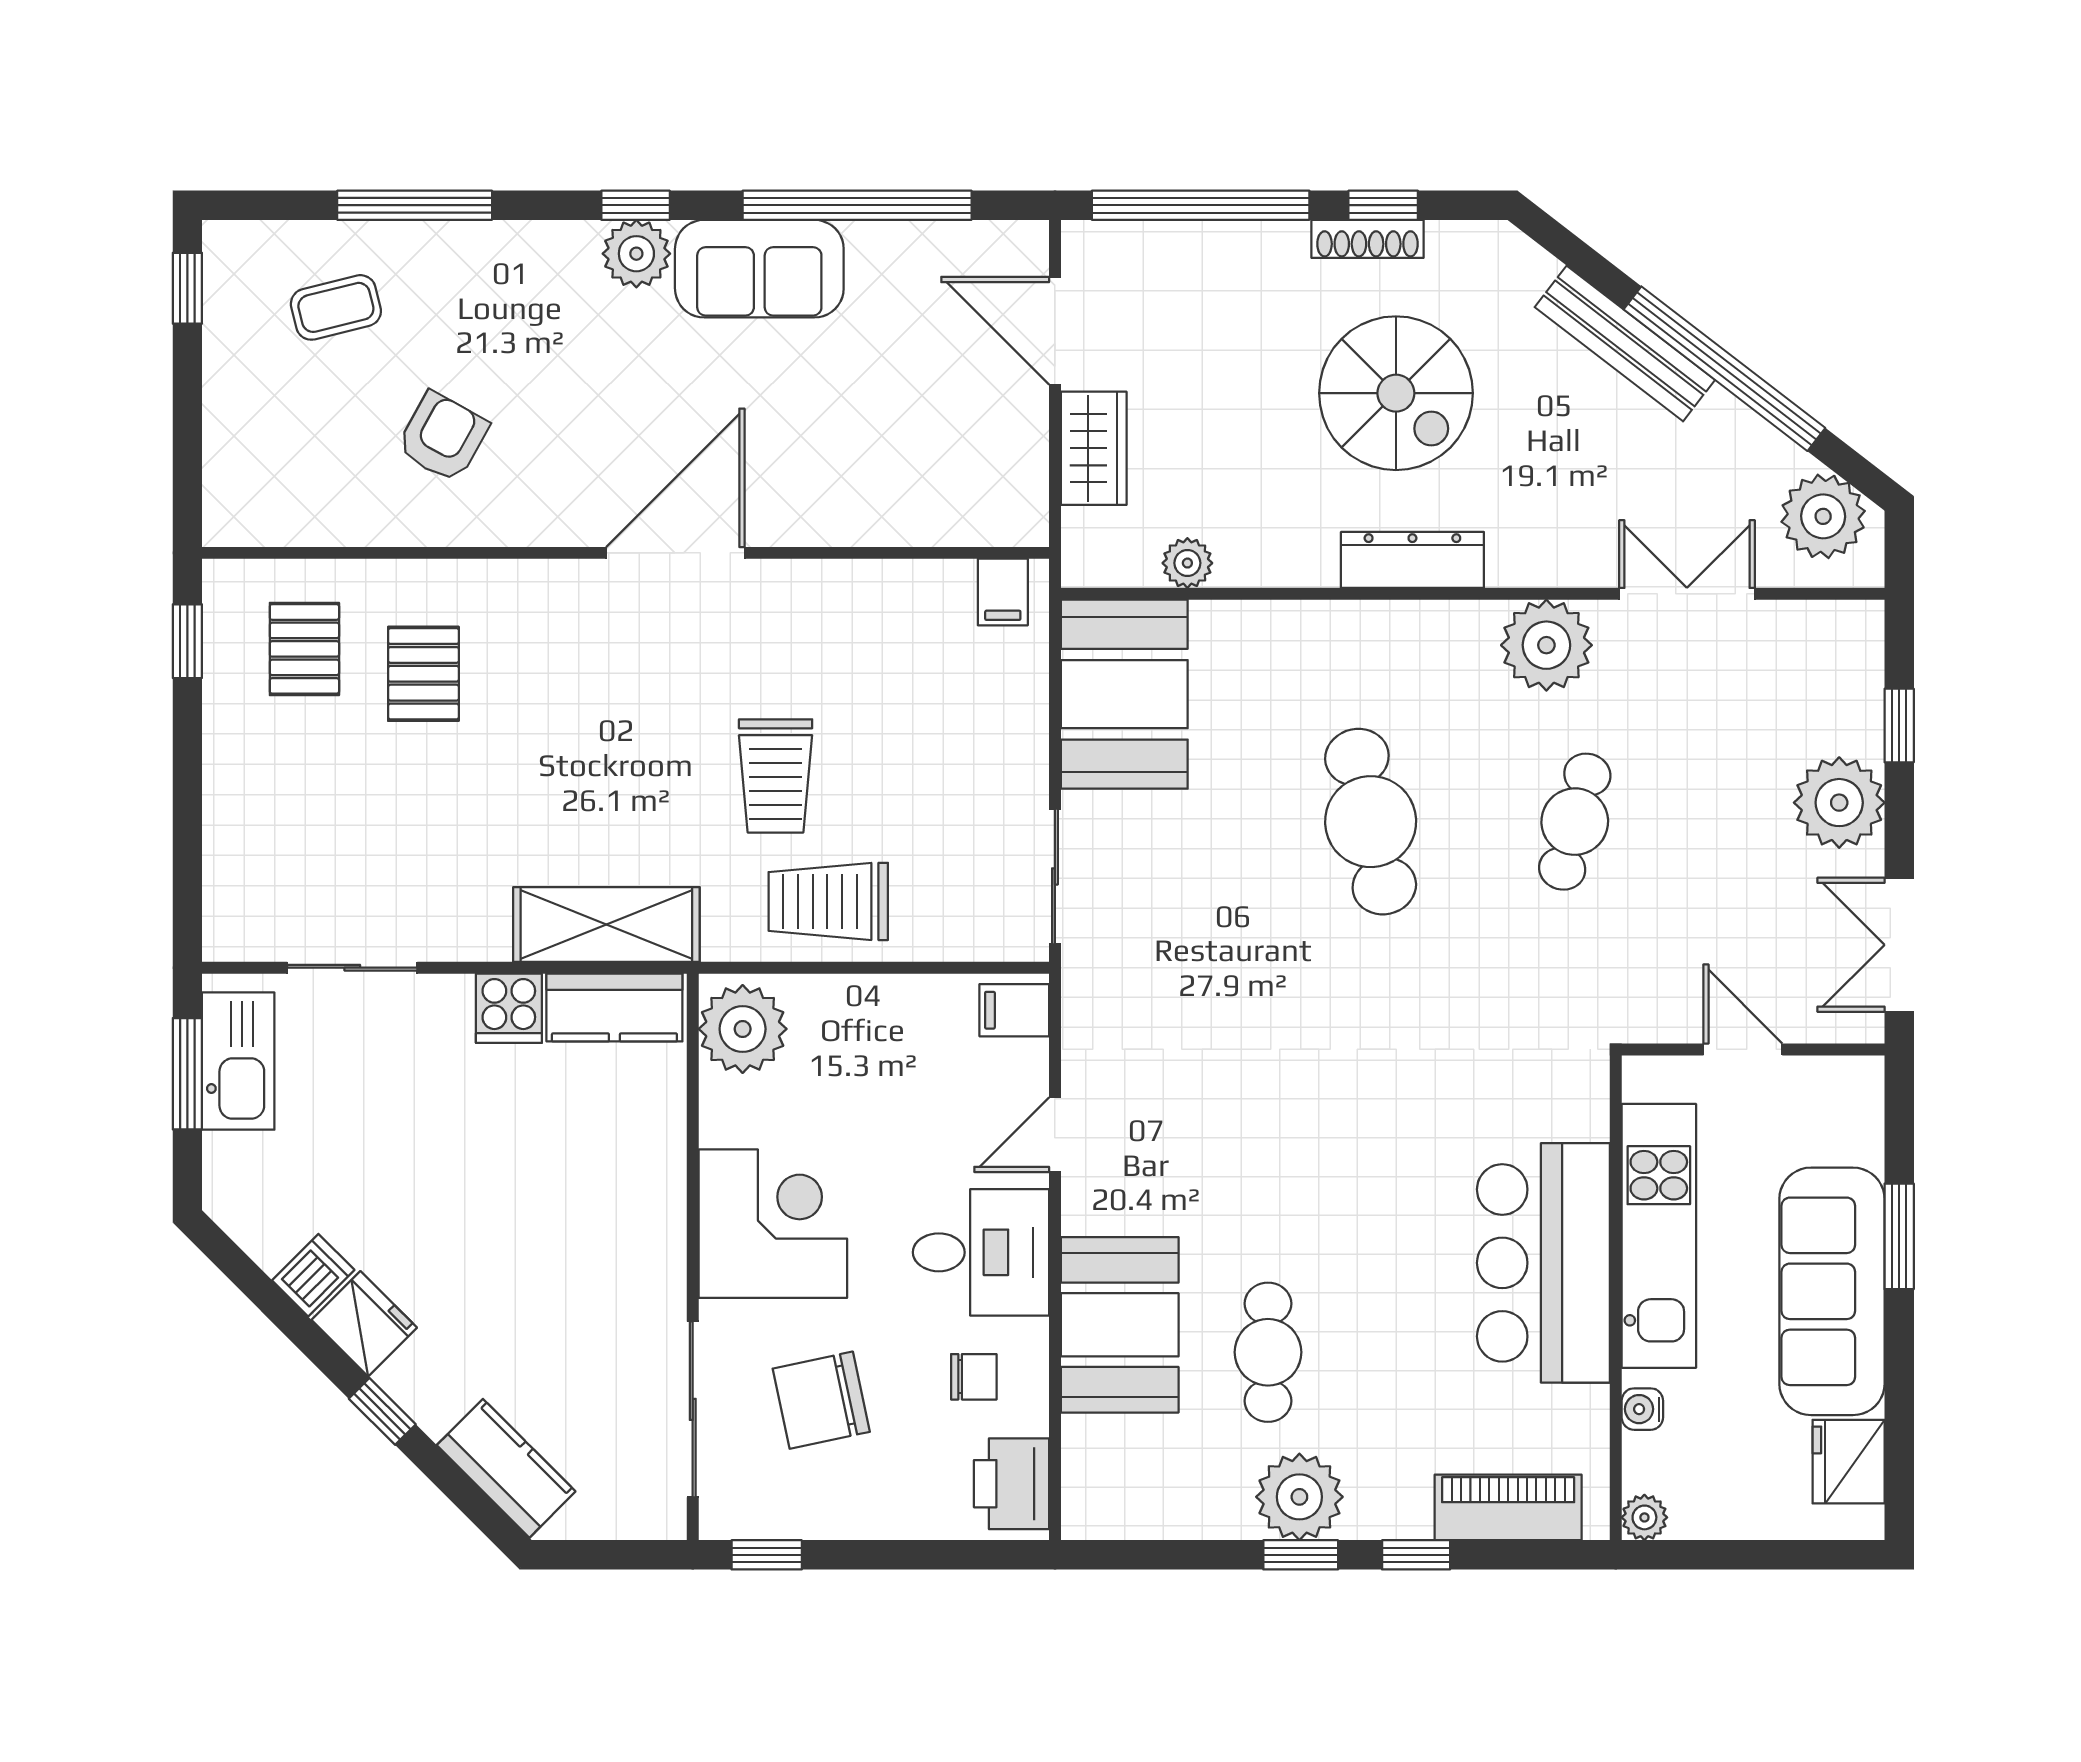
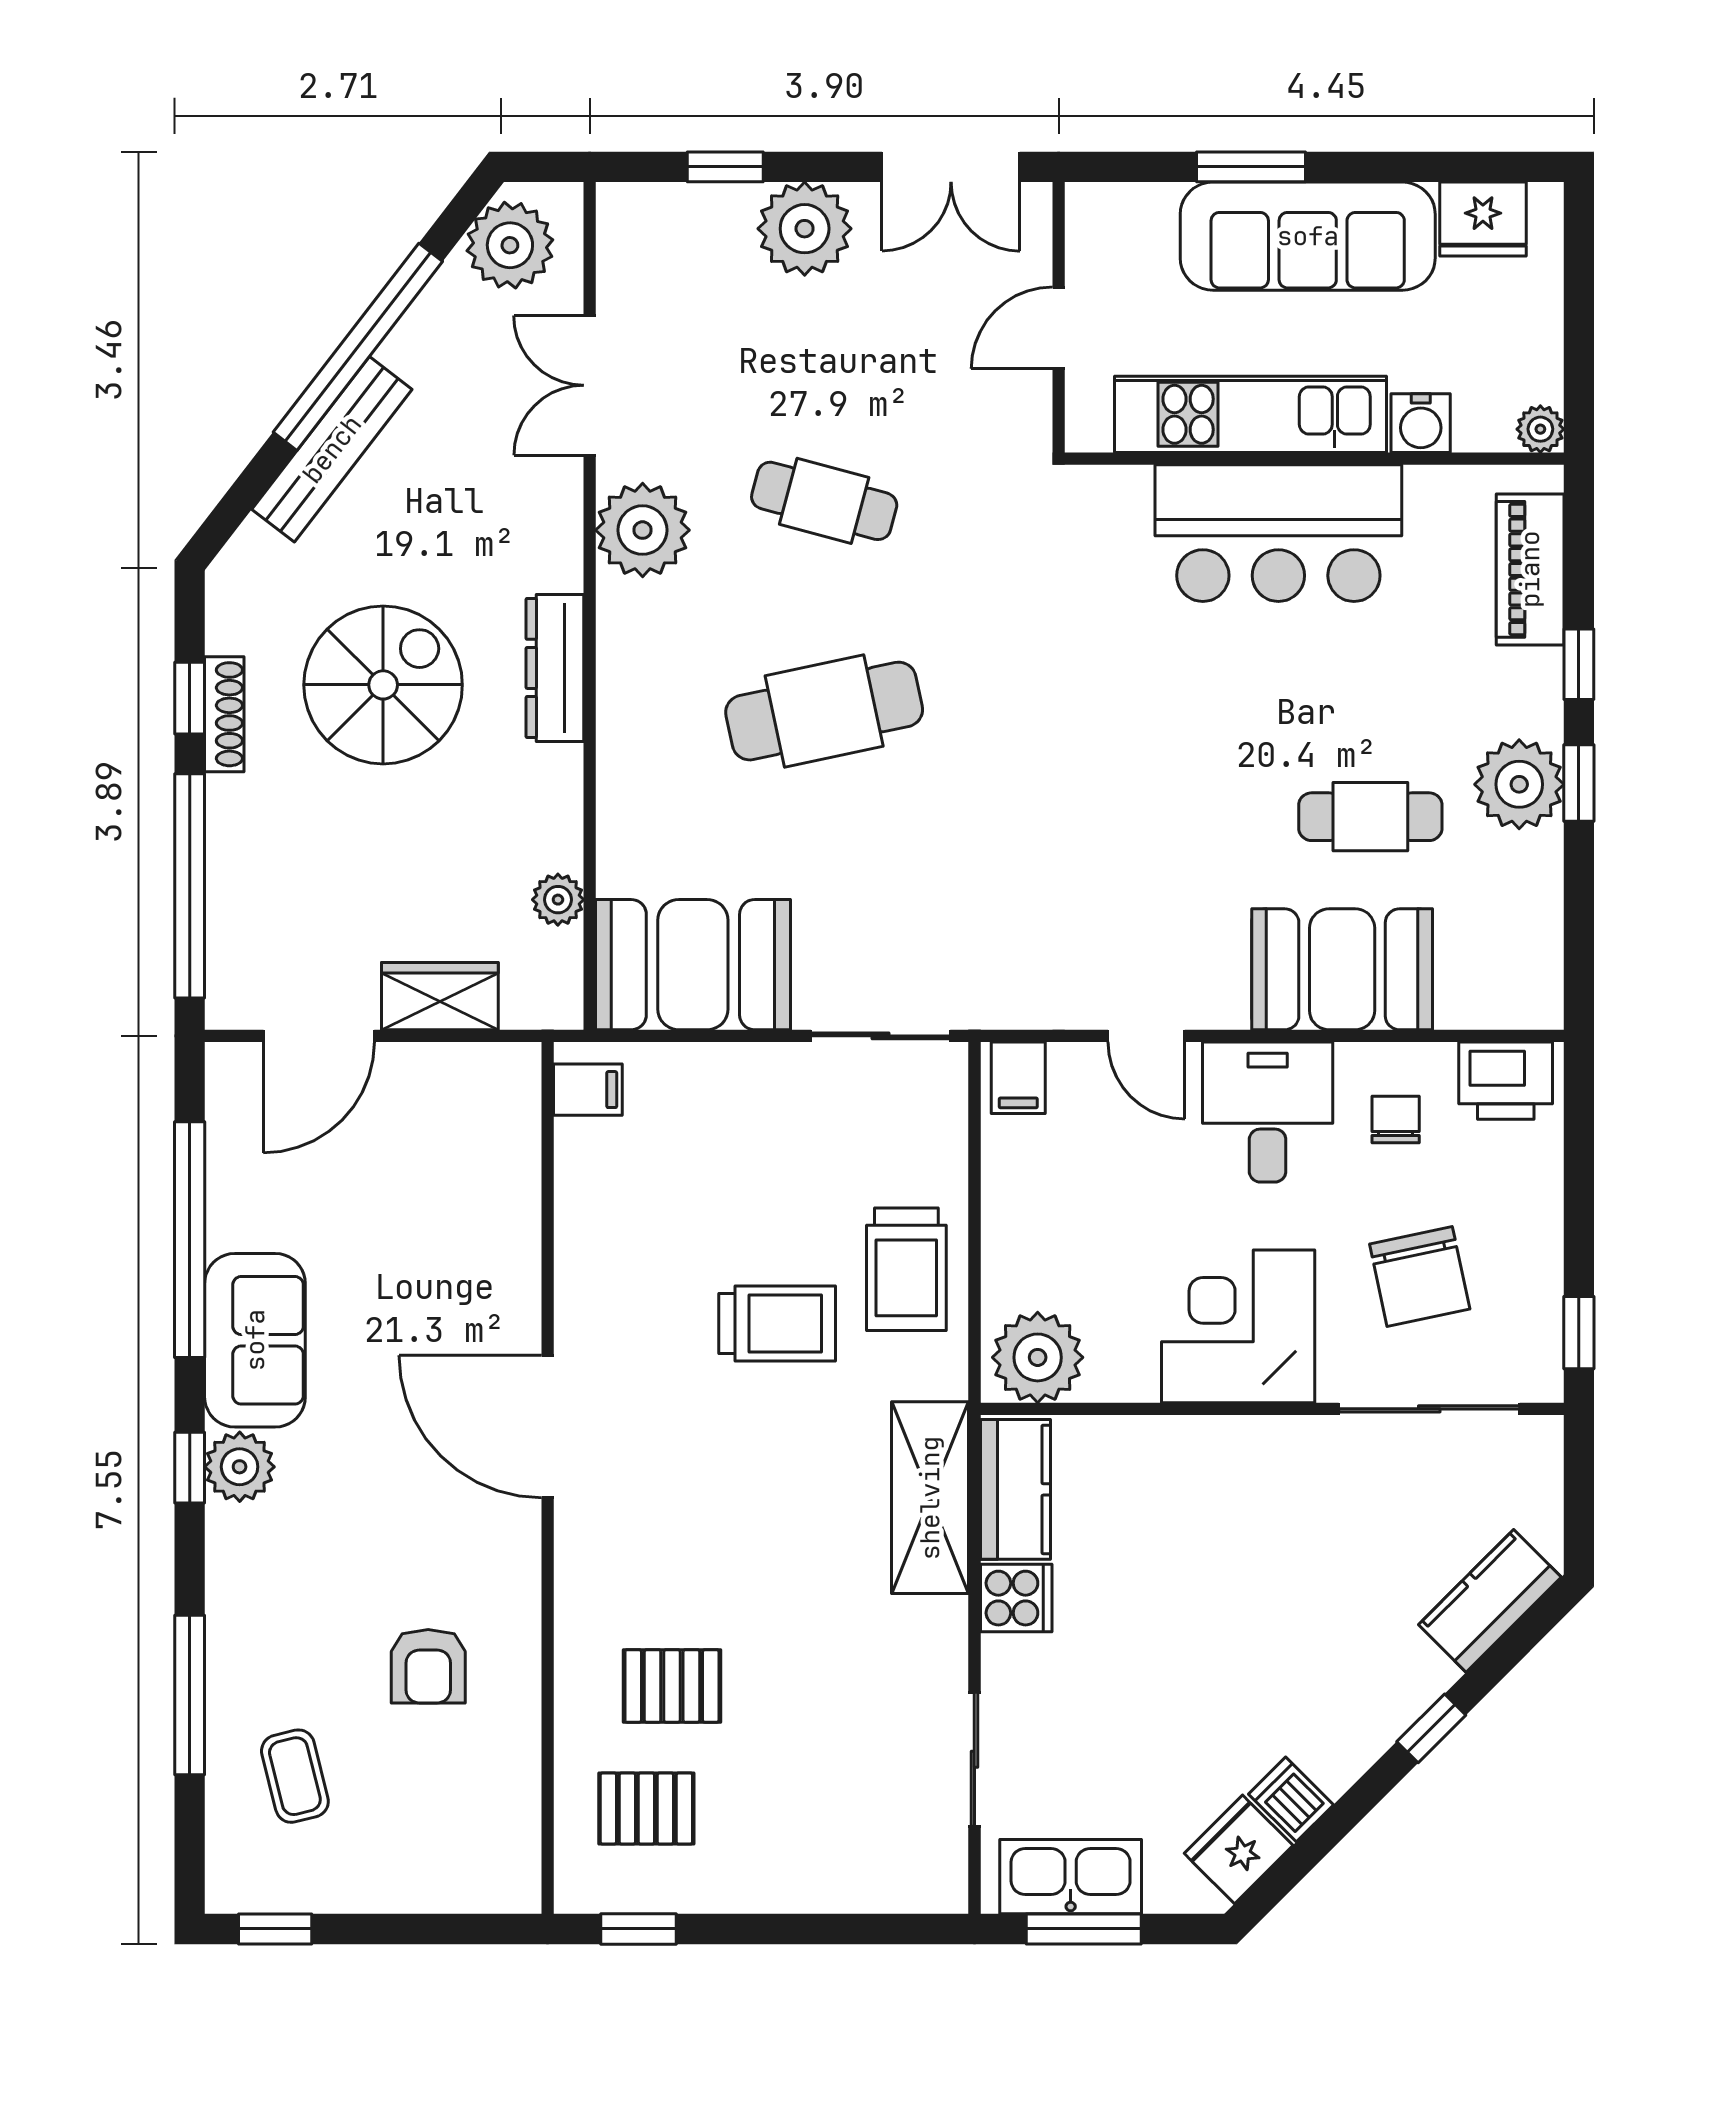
armchair: (443, 437) -> (428, 1666), turned -119
fridge: (364, 1324) -> (1239, 1849), moved
water cooler: (1642, 1409) -> (1421, 423), width x1.38, depth x1.38

